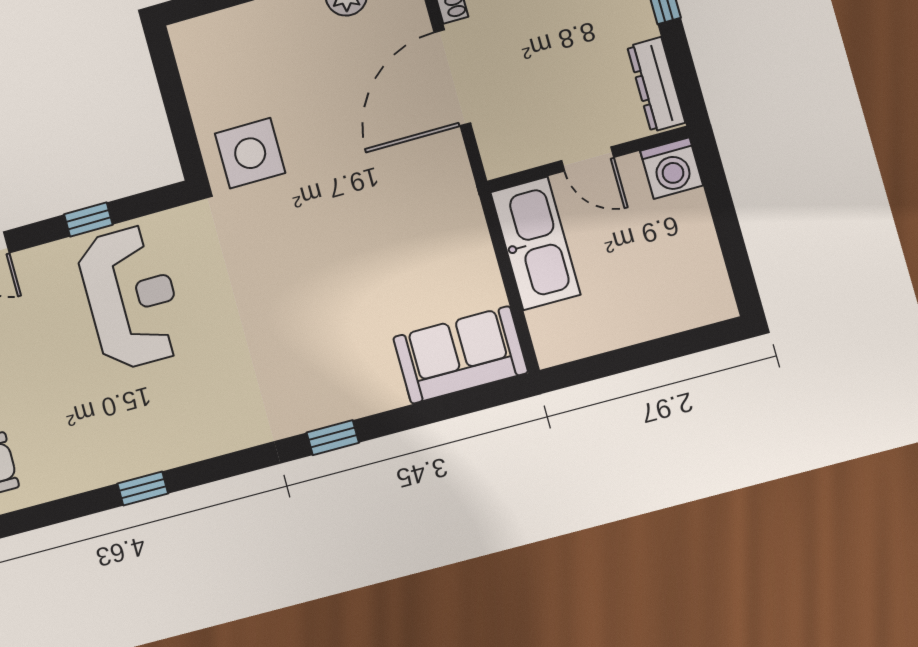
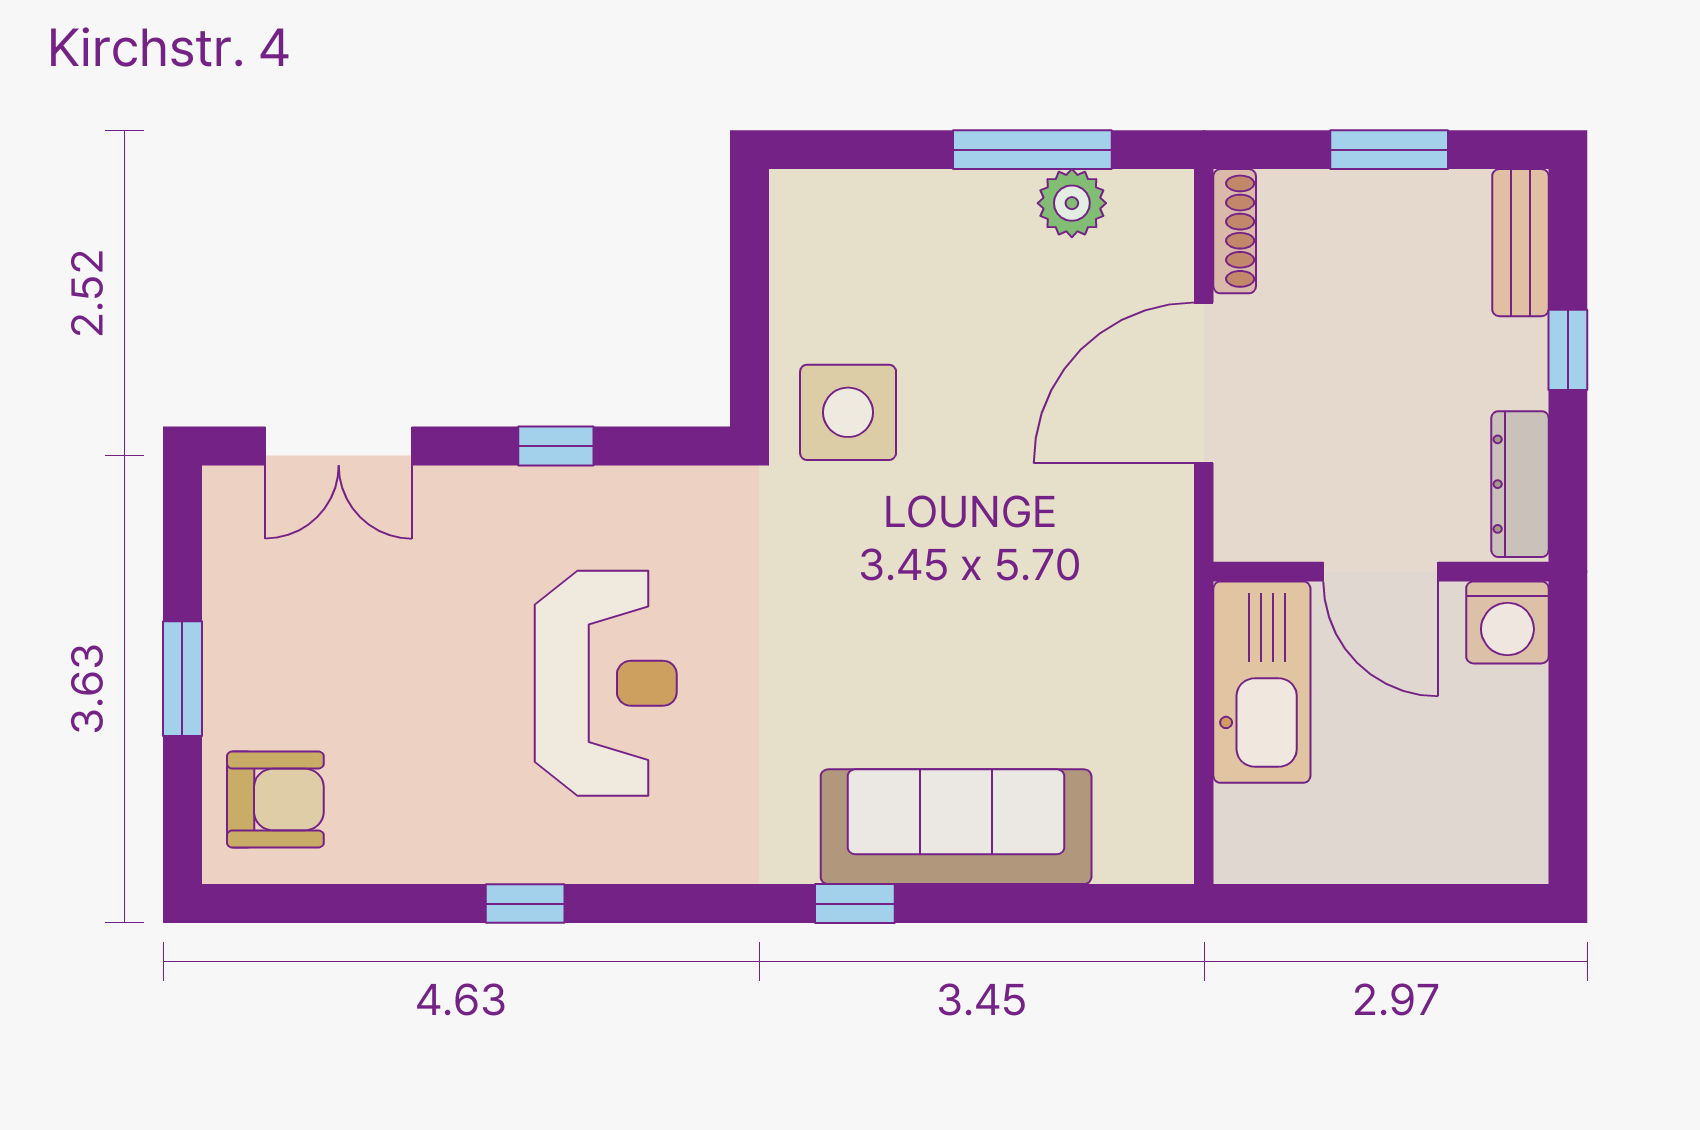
door: (588, 159) -> (1381, 572), width x1.38
reception desk: (131, 297) -> (606, 683), moved
sofa: (460, 355) -> (956, 827), moved, width x1.36

